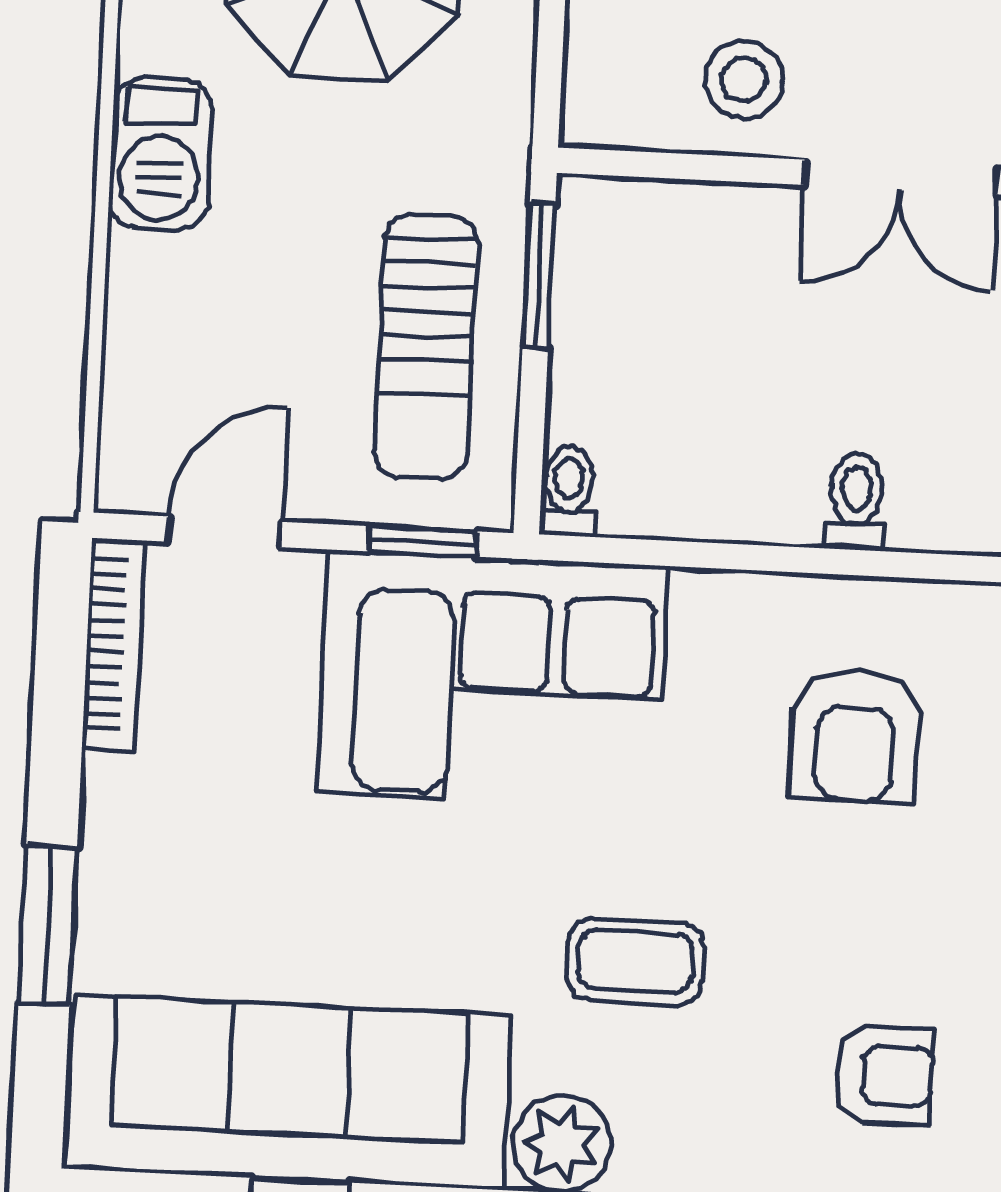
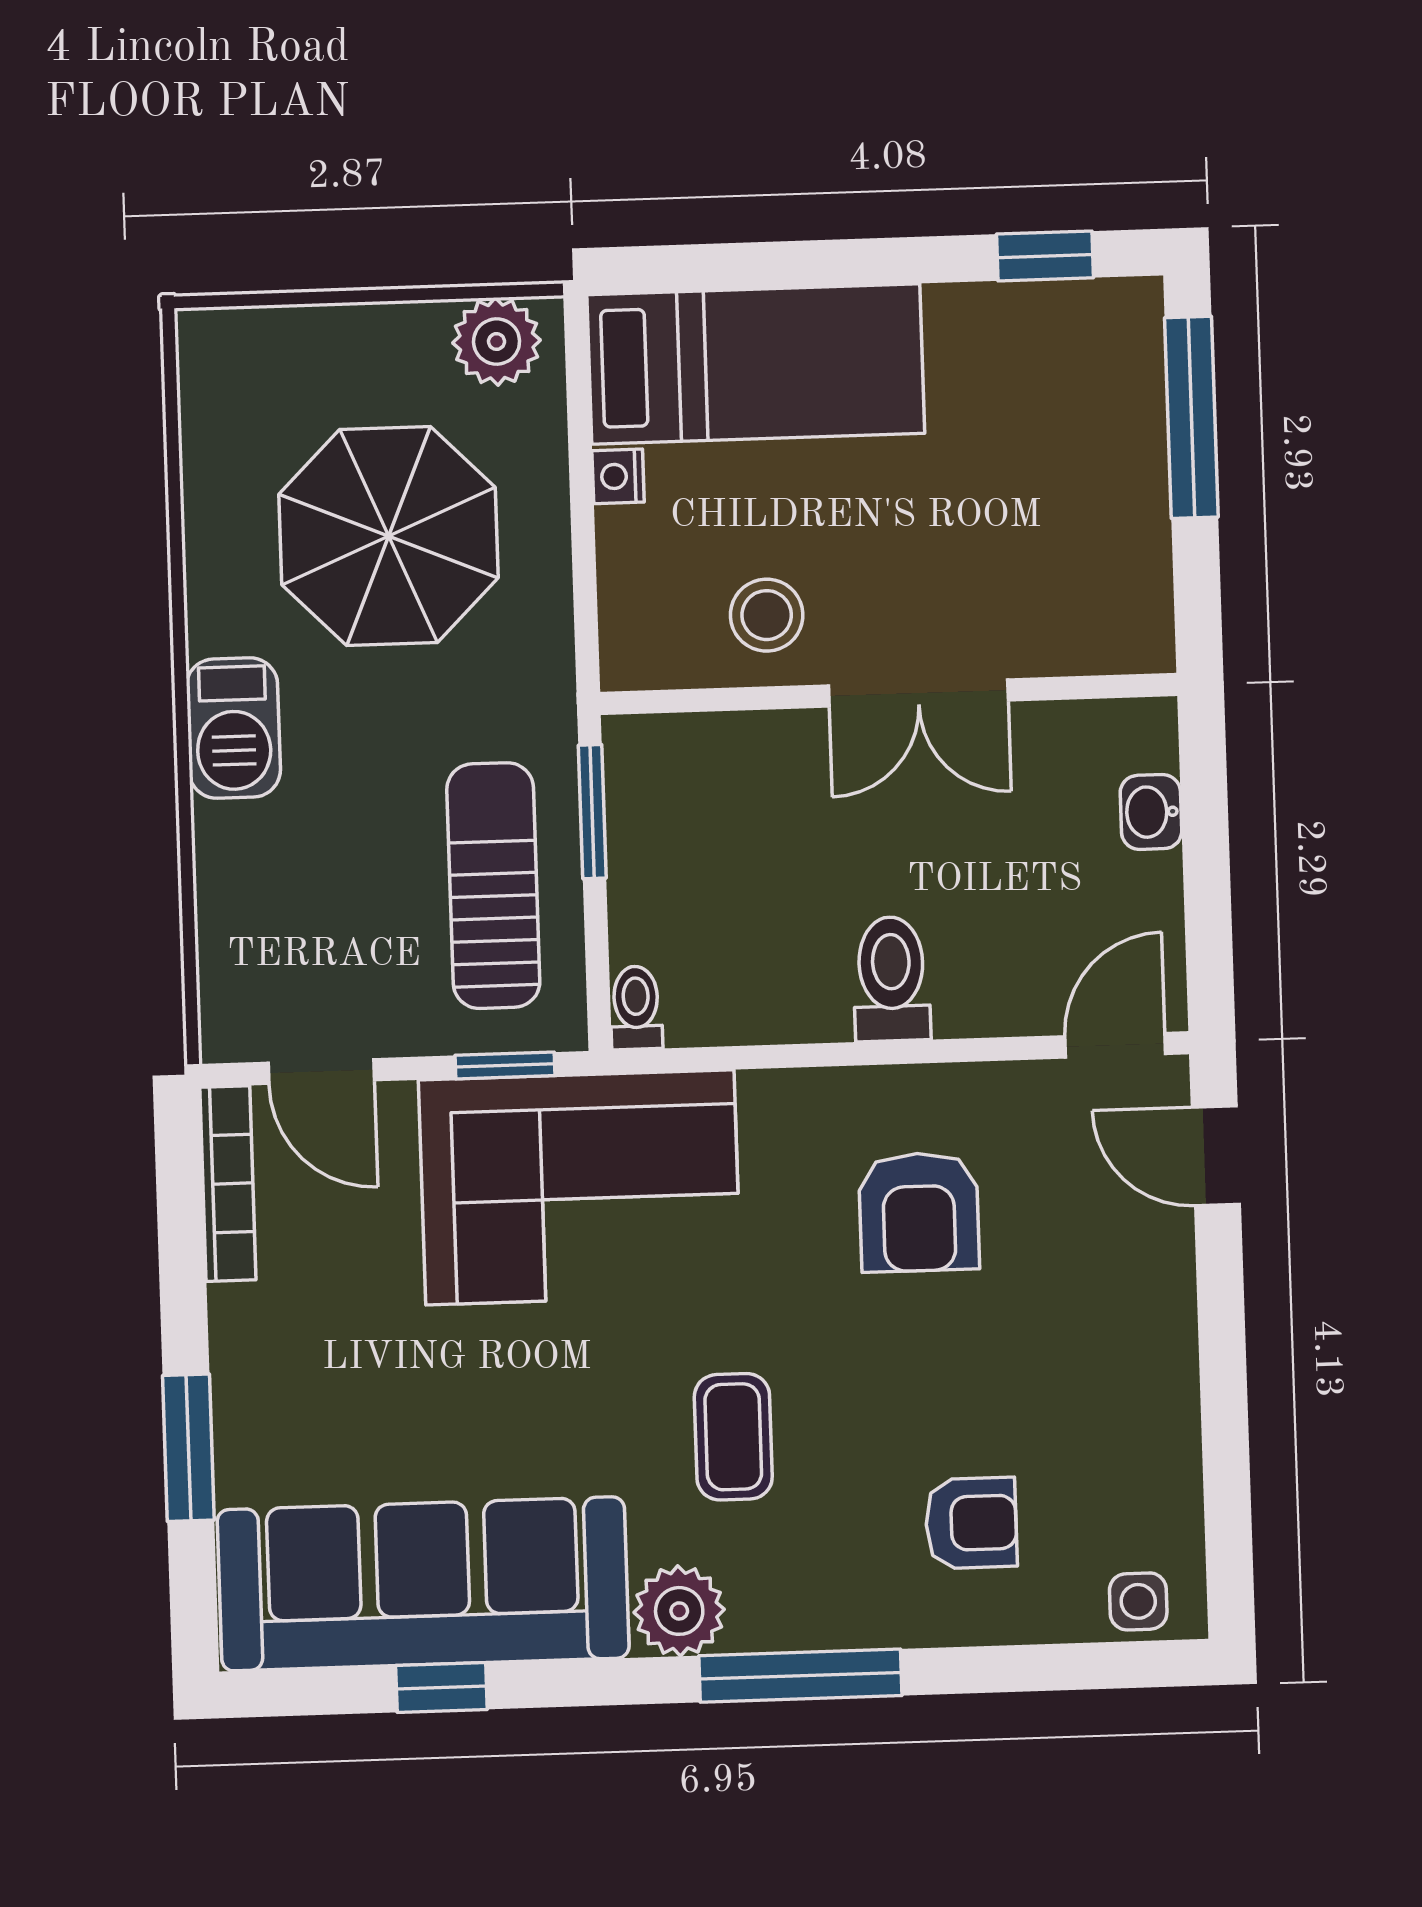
sun lounger: (426, 347) -> (493, 886), turned 180
toilet: (856, 502) -> (891, 979), width x1.37, depth x1.39
door: (224, 532) -> (321, 1072), swing flipped
coffee table: (635, 961) -> (733, 1437), turned 90

